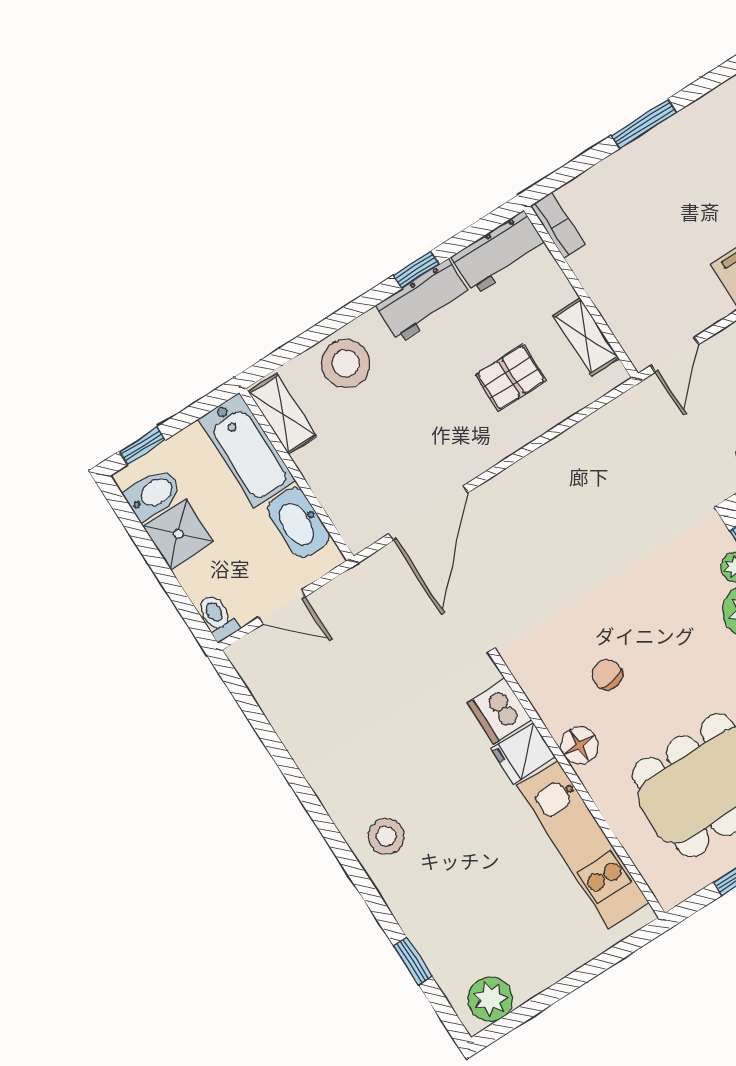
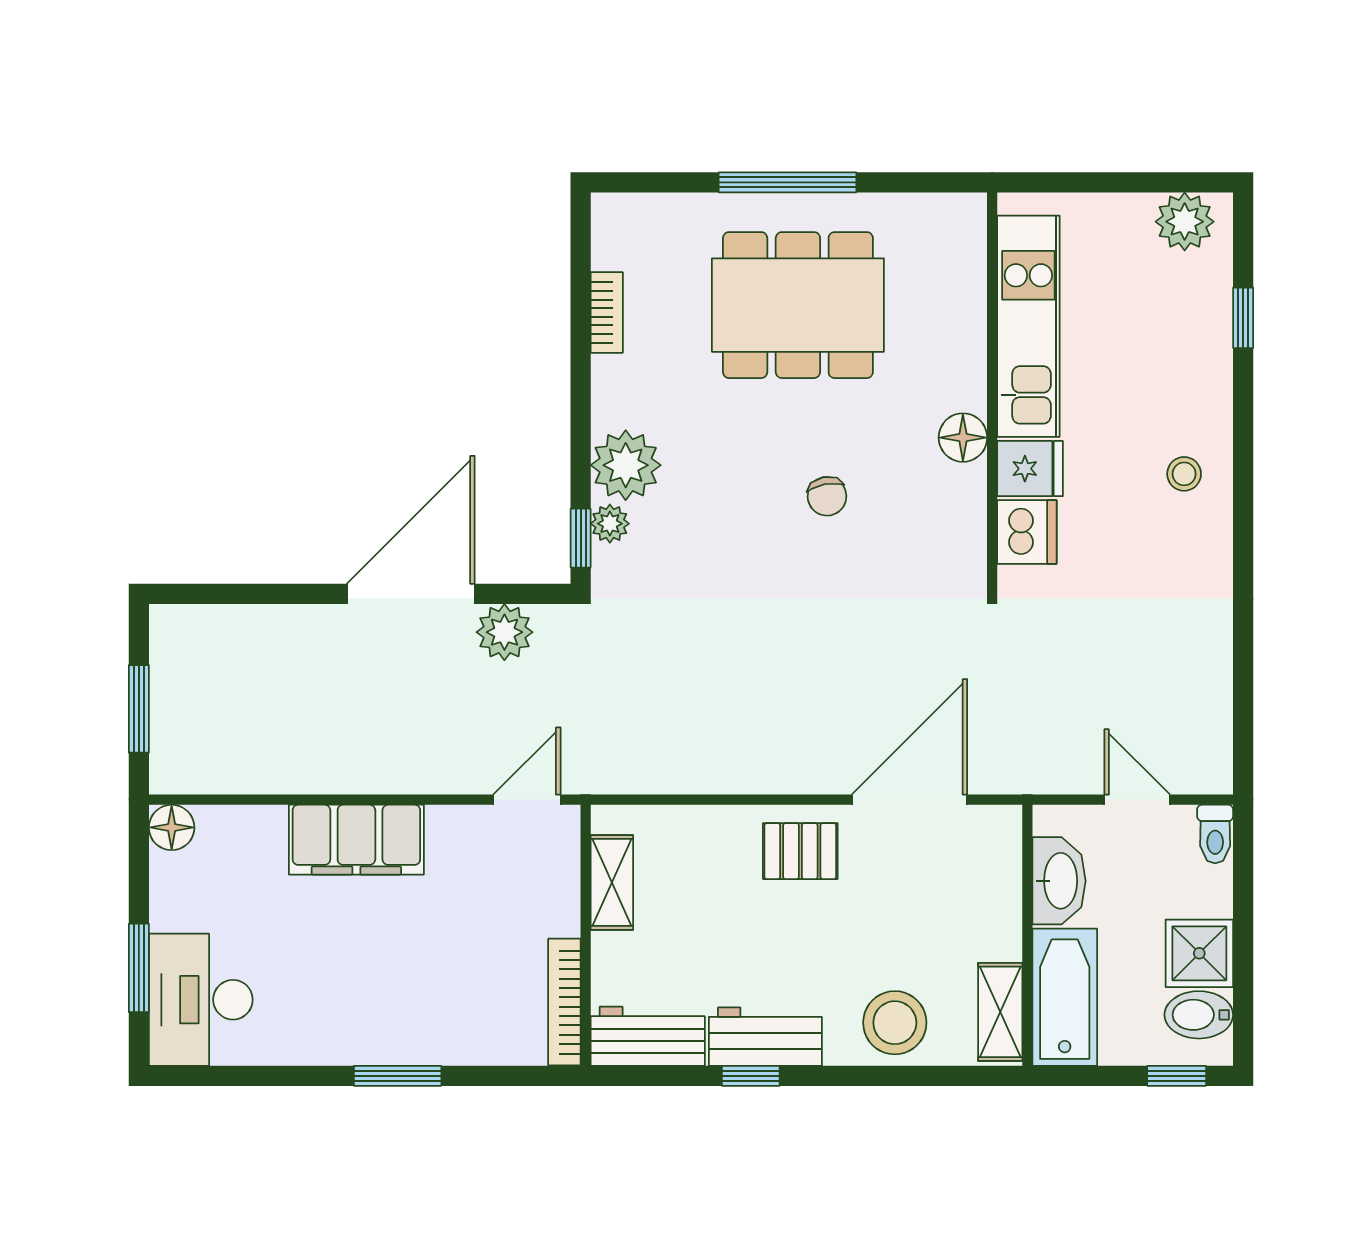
bookcase: (558, 225) -> (564, 1002), width x1.56
pallet: (511, 378) -> (800, 851), moved
dishwasher: (499, 711) -> (1027, 532), moved
floor lamp: (579, 745) -> (963, 438), moved
fridge: (523, 753) -> (1030, 469), moved
wall: (579, 786) -> (992, 393), moved
stool: (386, 836) -> (1184, 474), width x0.73, depth x0.73
kitchen unit: (583, 844) -> (1028, 326), moved

